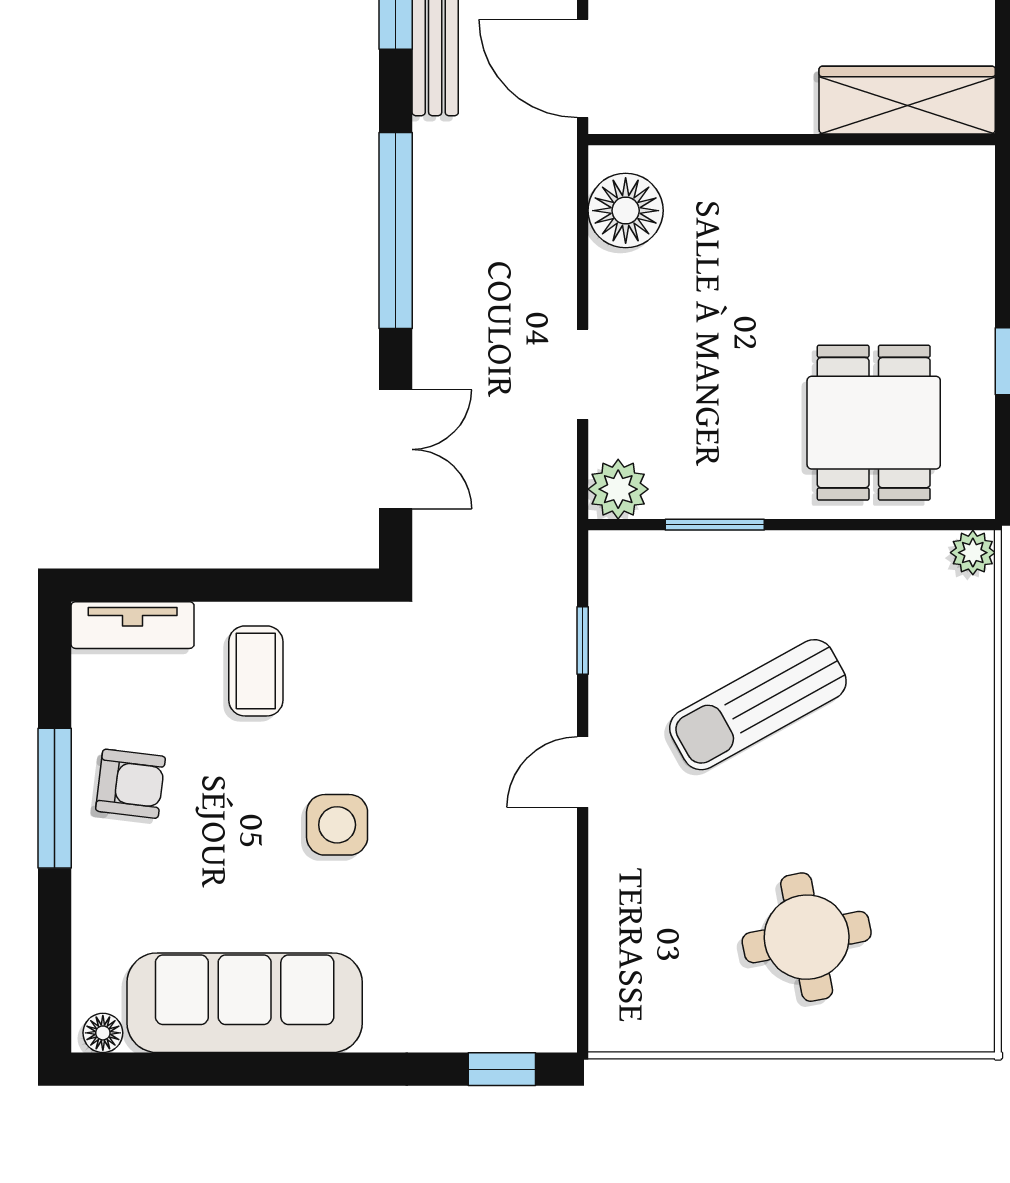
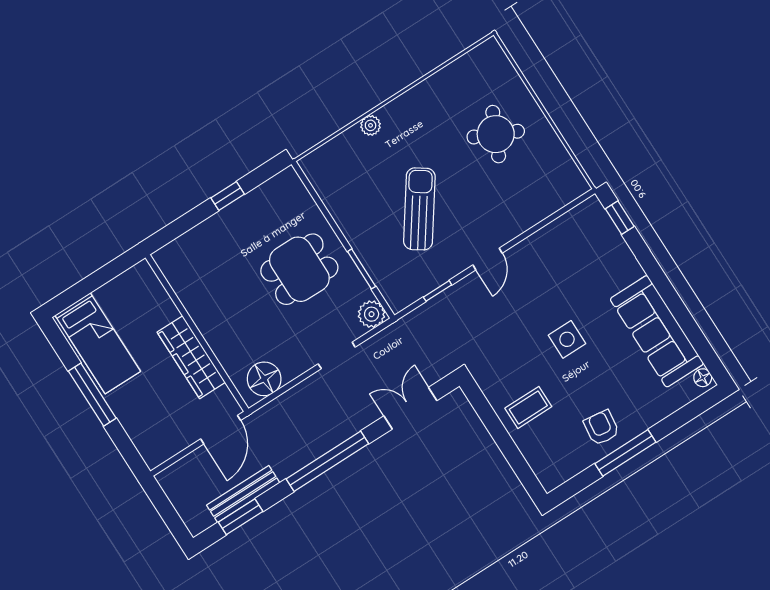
wardrobe: (907, 100) -> (191, 357), moved
dining table: (874, 423) -> (299, 269), moved
plant: (973, 553) -> (371, 125), moved
tv unit: (133, 625) -> (541, 465), removed
sun lounger: (758, 705) -> (419, 209), turned -116
door: (583, 772) -> (487, 259), hinge flipped
round table: (807, 937) -> (496, 134), turned 36

